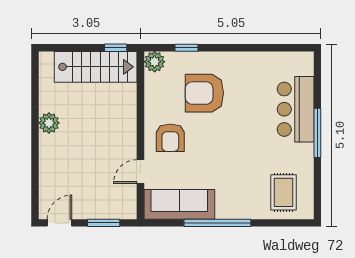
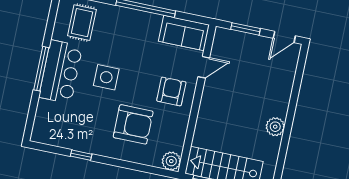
window: (187, 48) -> (81, 155), moved
bar counter: (296, 109) -> (61, 72), moved
side table: (245, 138) -> (106, 77), added
sofa: (179, 204) -> (184, 33), width x0.73

